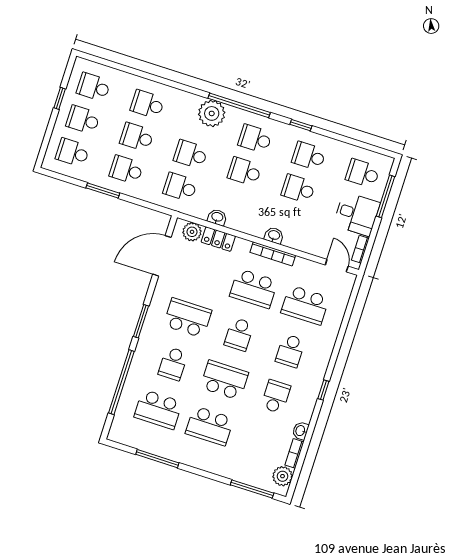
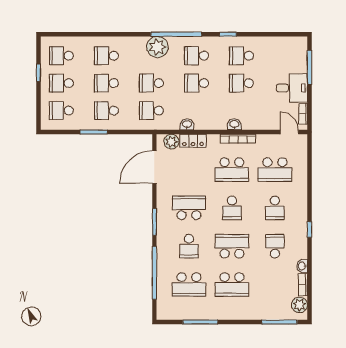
school desk: (363, 173) -> (287, 56), removed

